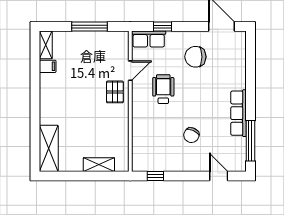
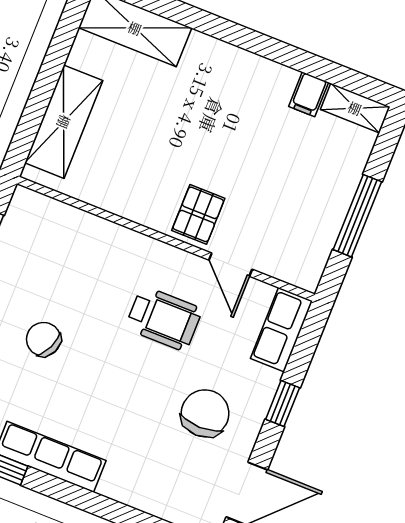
window: (163, 27) -> (283, 404), moved
pallet: (115, 92) -> (198, 214), turned 90
shelving: (99, 165) -> (64, 122), width x1.50, depth x1.33

